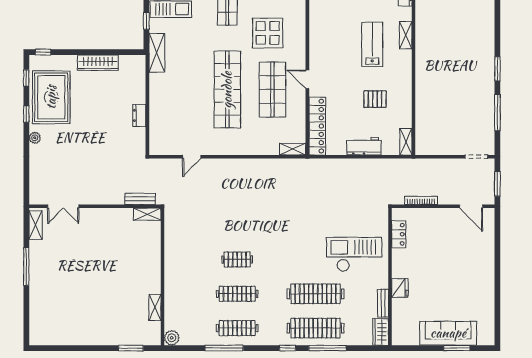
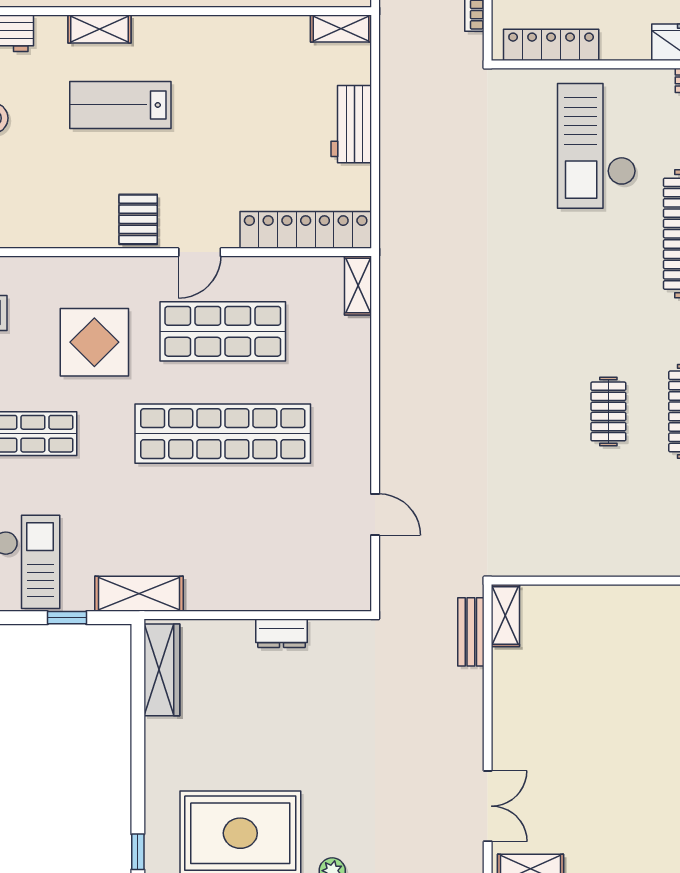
wardrobe: (98, 63) -> (162, 670), moved
pallet: (375, 99) -> (138, 219), moved
locker: (399, 234) -> (551, 45), width x1.53

